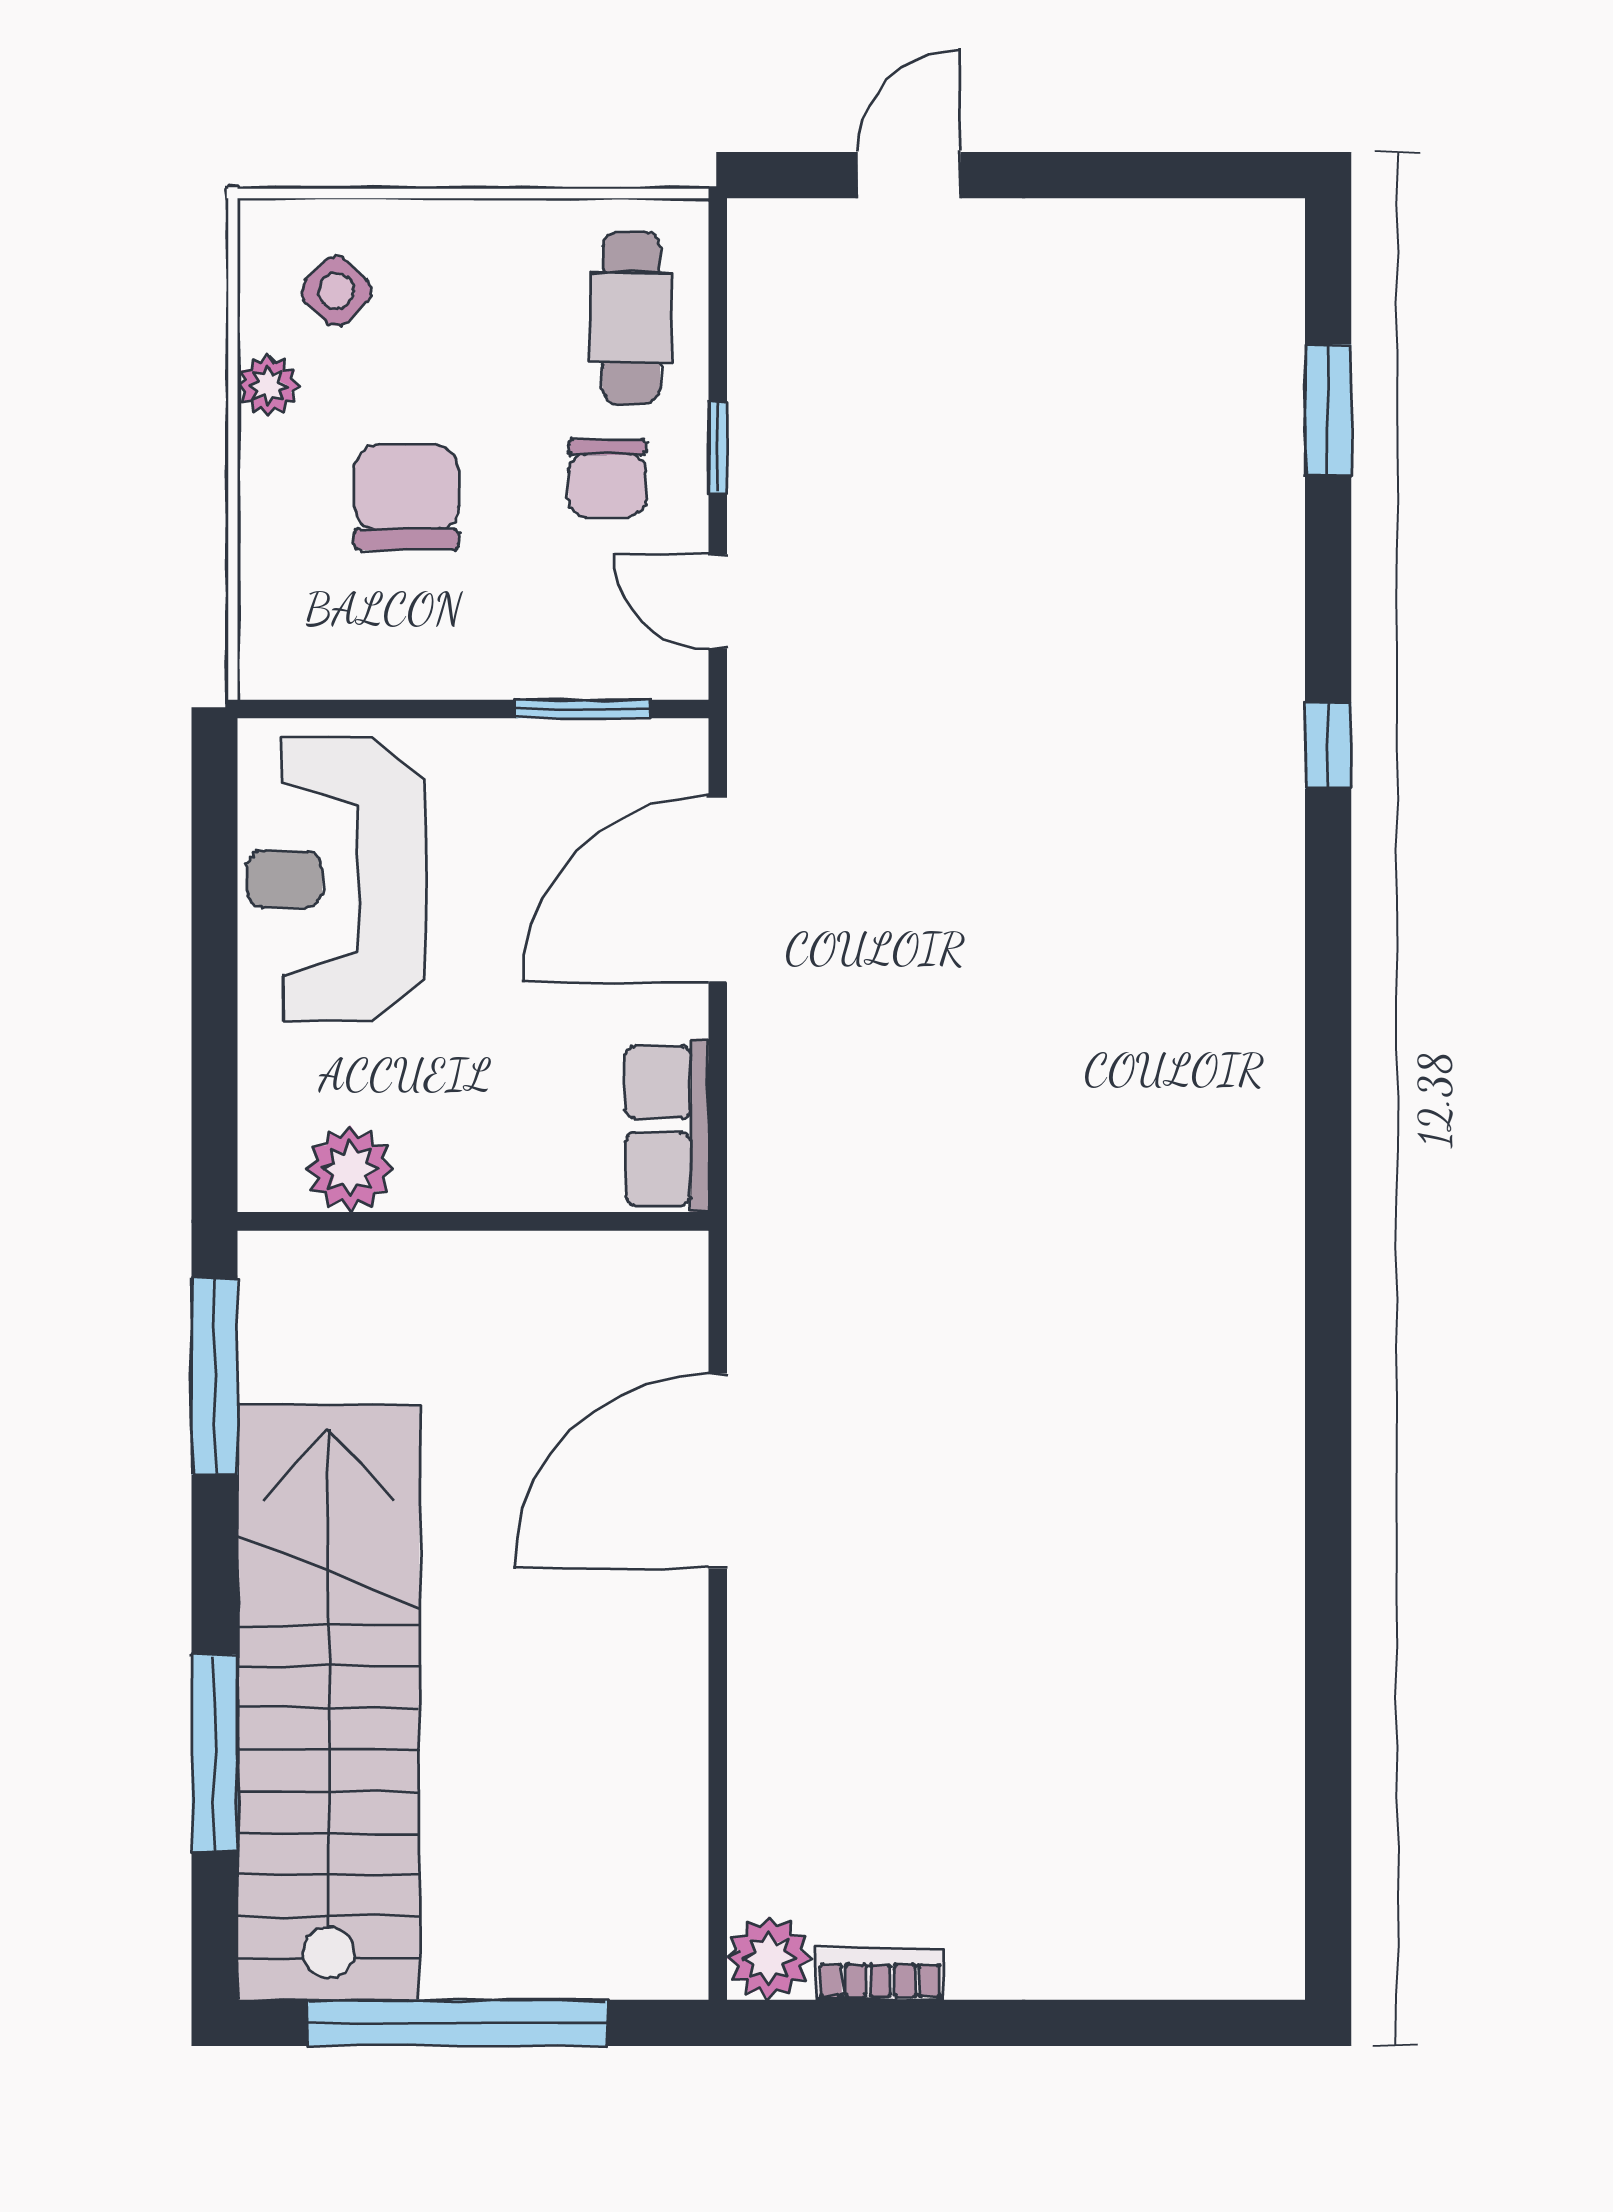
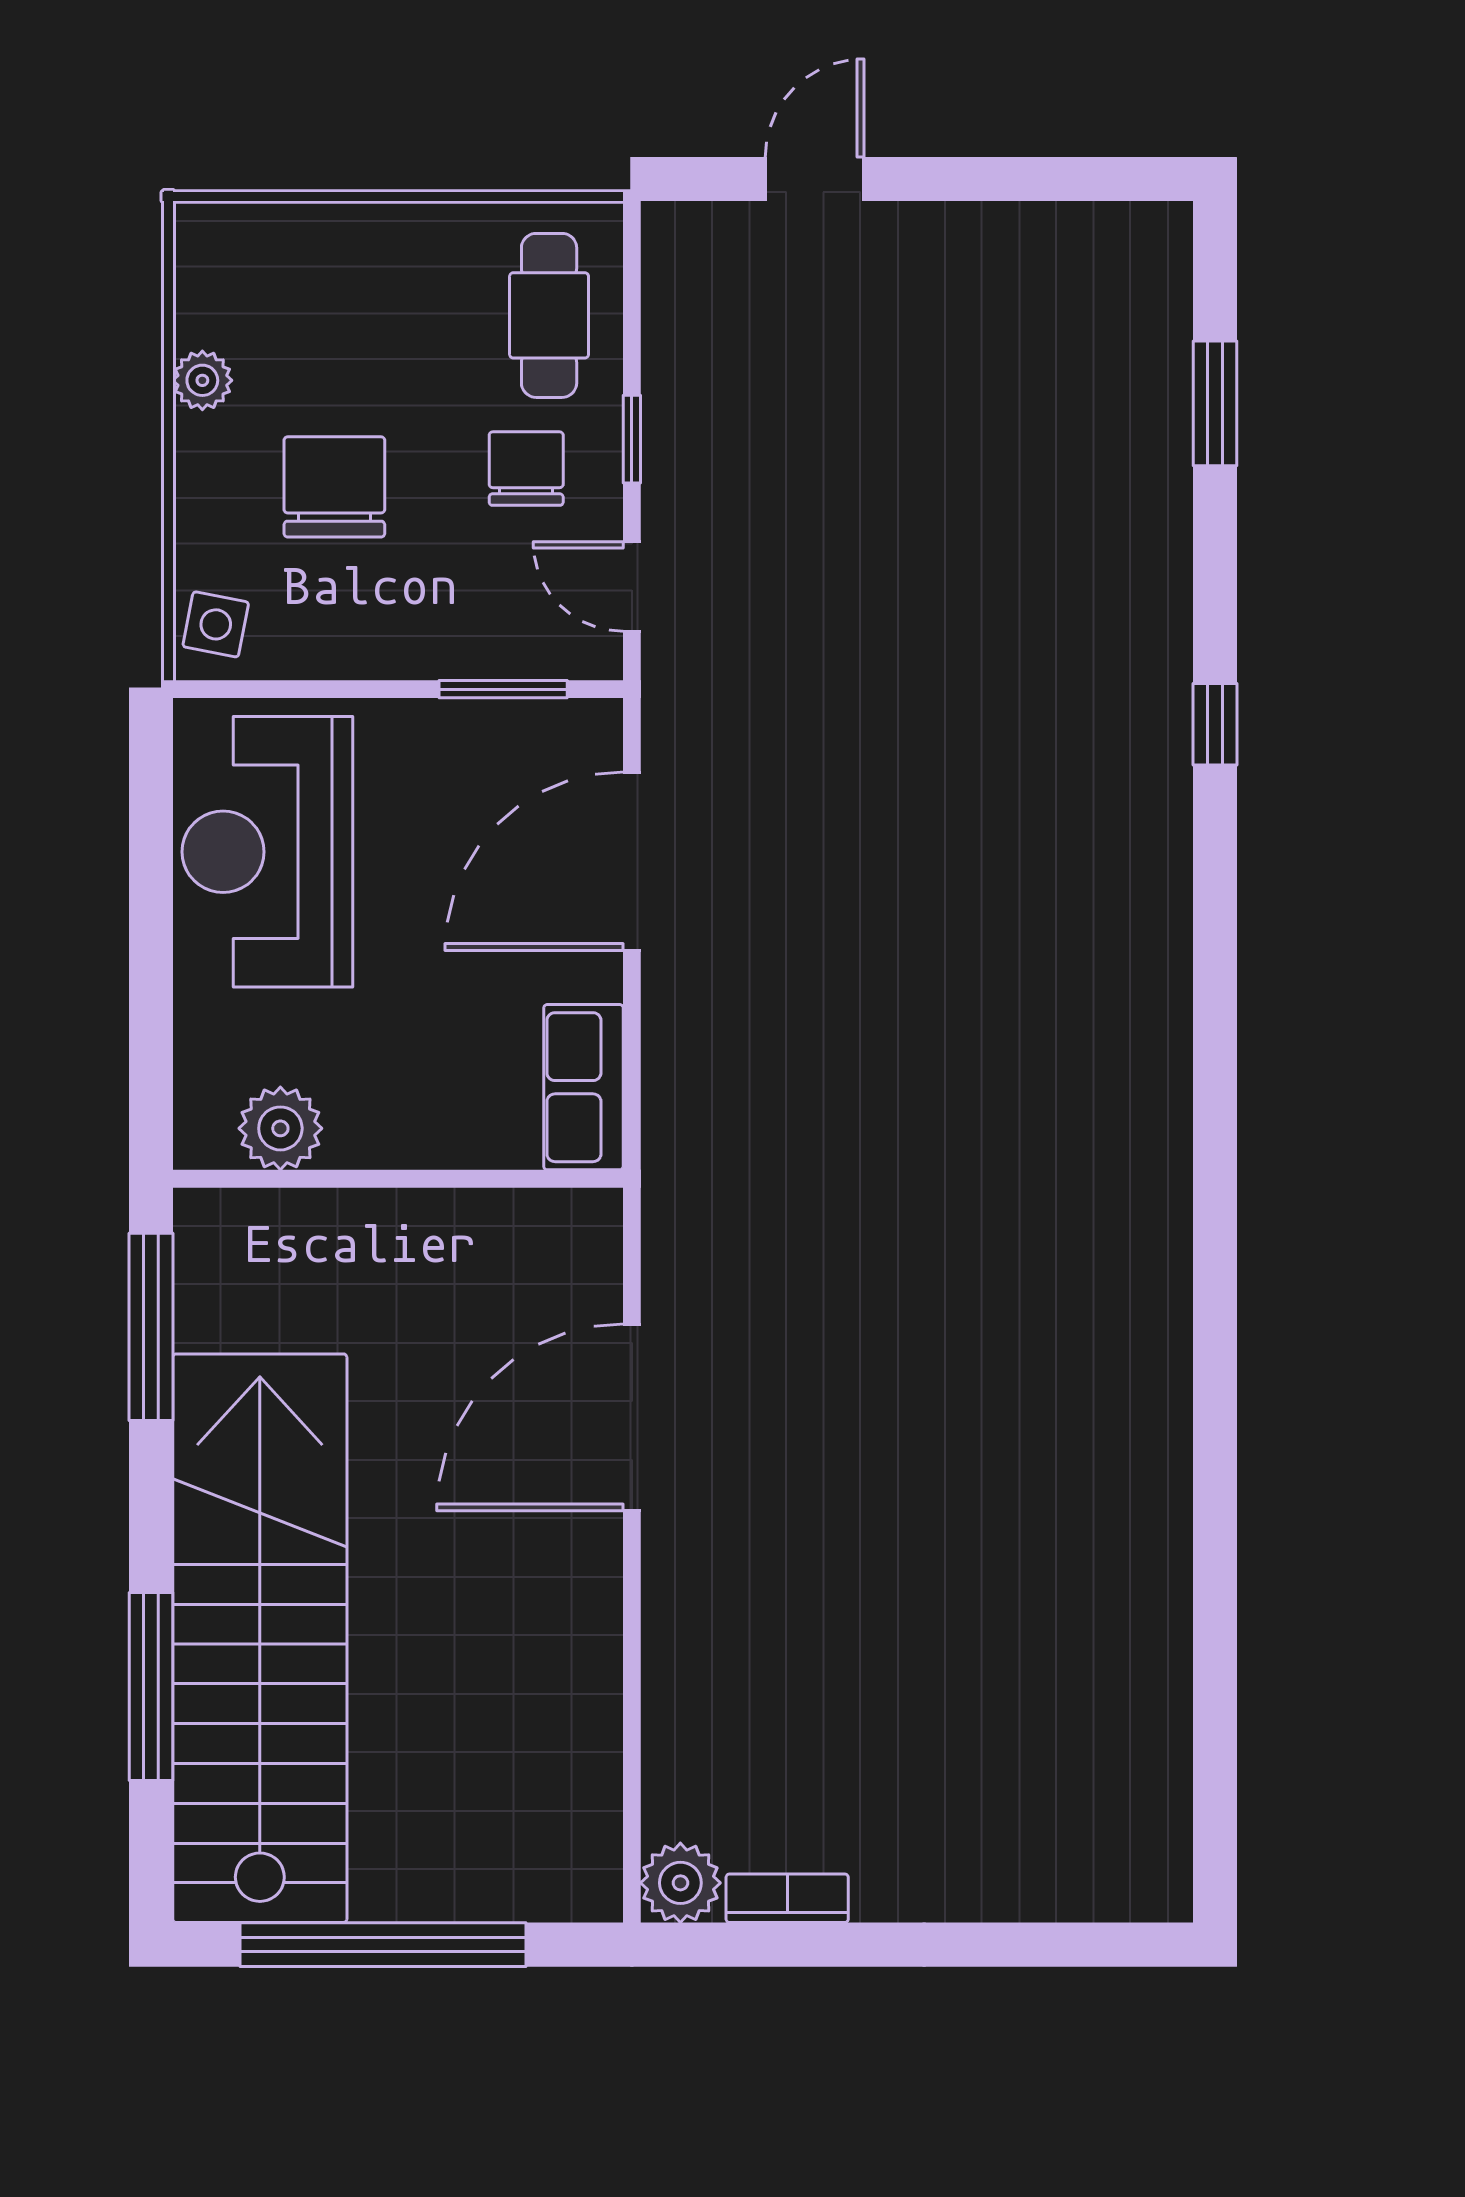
side table: (337, 291) -> (216, 624), moved, turned -33
chair: (607, 478) -> (526, 469), turned 180

